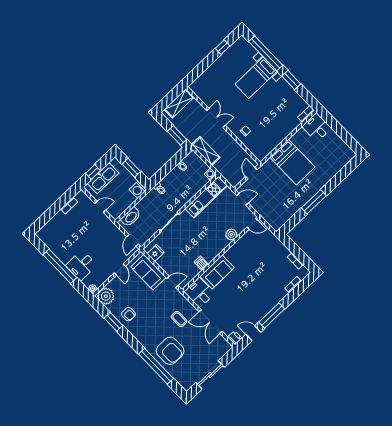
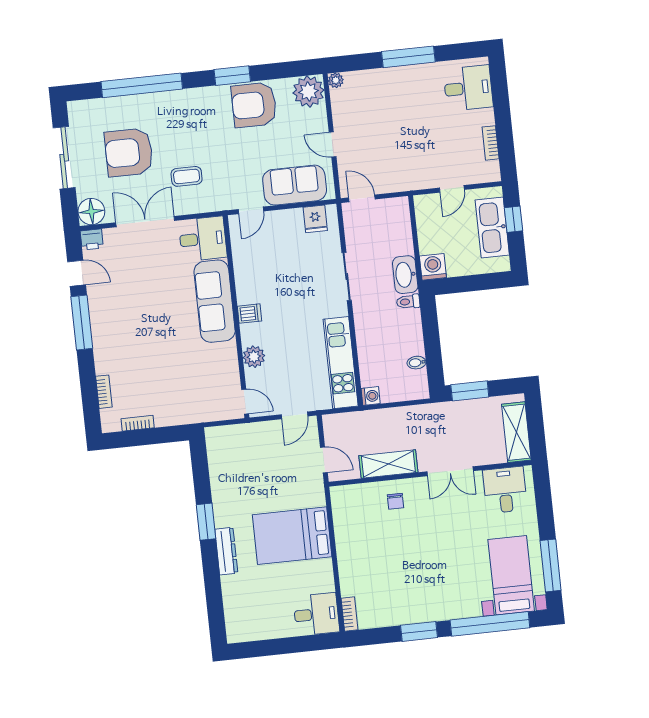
window: (223, 47) -> (551, 565), width x2.17
bed with nightstands: (256, 78) -> (511, 575), moved
desk: (206, 90) -> (505, 490), added
shelving: (206, 151) -> (388, 464), moved
window: (131, 168) -> (474, 283), removed
dresser: (319, 184) -> (226, 551), added
window: (314, 202) -> (206, 522), width x0.69
washbasin: (131, 217) -> (405, 275), moved
door: (252, 224) -> (245, 402), swing flipped
dishwasher: (201, 263) -> (249, 314), moved
desk: (81, 265) -> (468, 88), moved, turned 90
window: (60, 266) -> (408, 57), width x0.68
sofa: (217, 272) -> (215, 301), width x1.36
armchair: (128, 314) -> (254, 105), width x1.88, depth x1.88
window: (113, 322) -> (232, 76), moved
door: (253, 333) -> (77, 273), hinge flipped
floor lamp: (224, 347) -> (91, 212), added
armchair: (170, 351) -> (129, 152), moved

